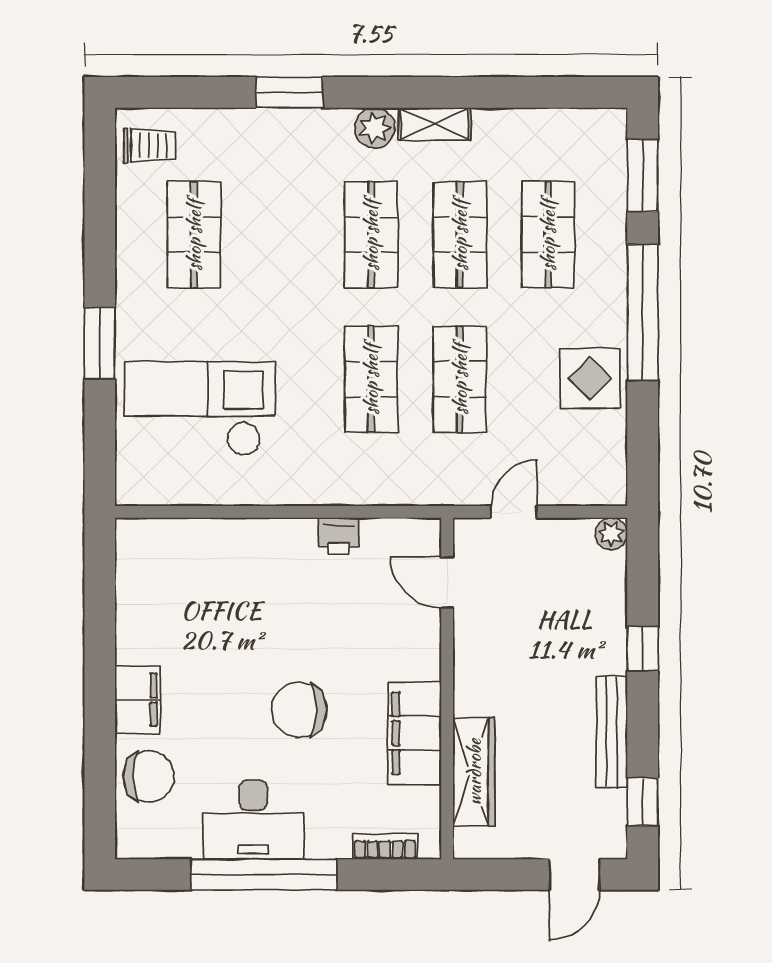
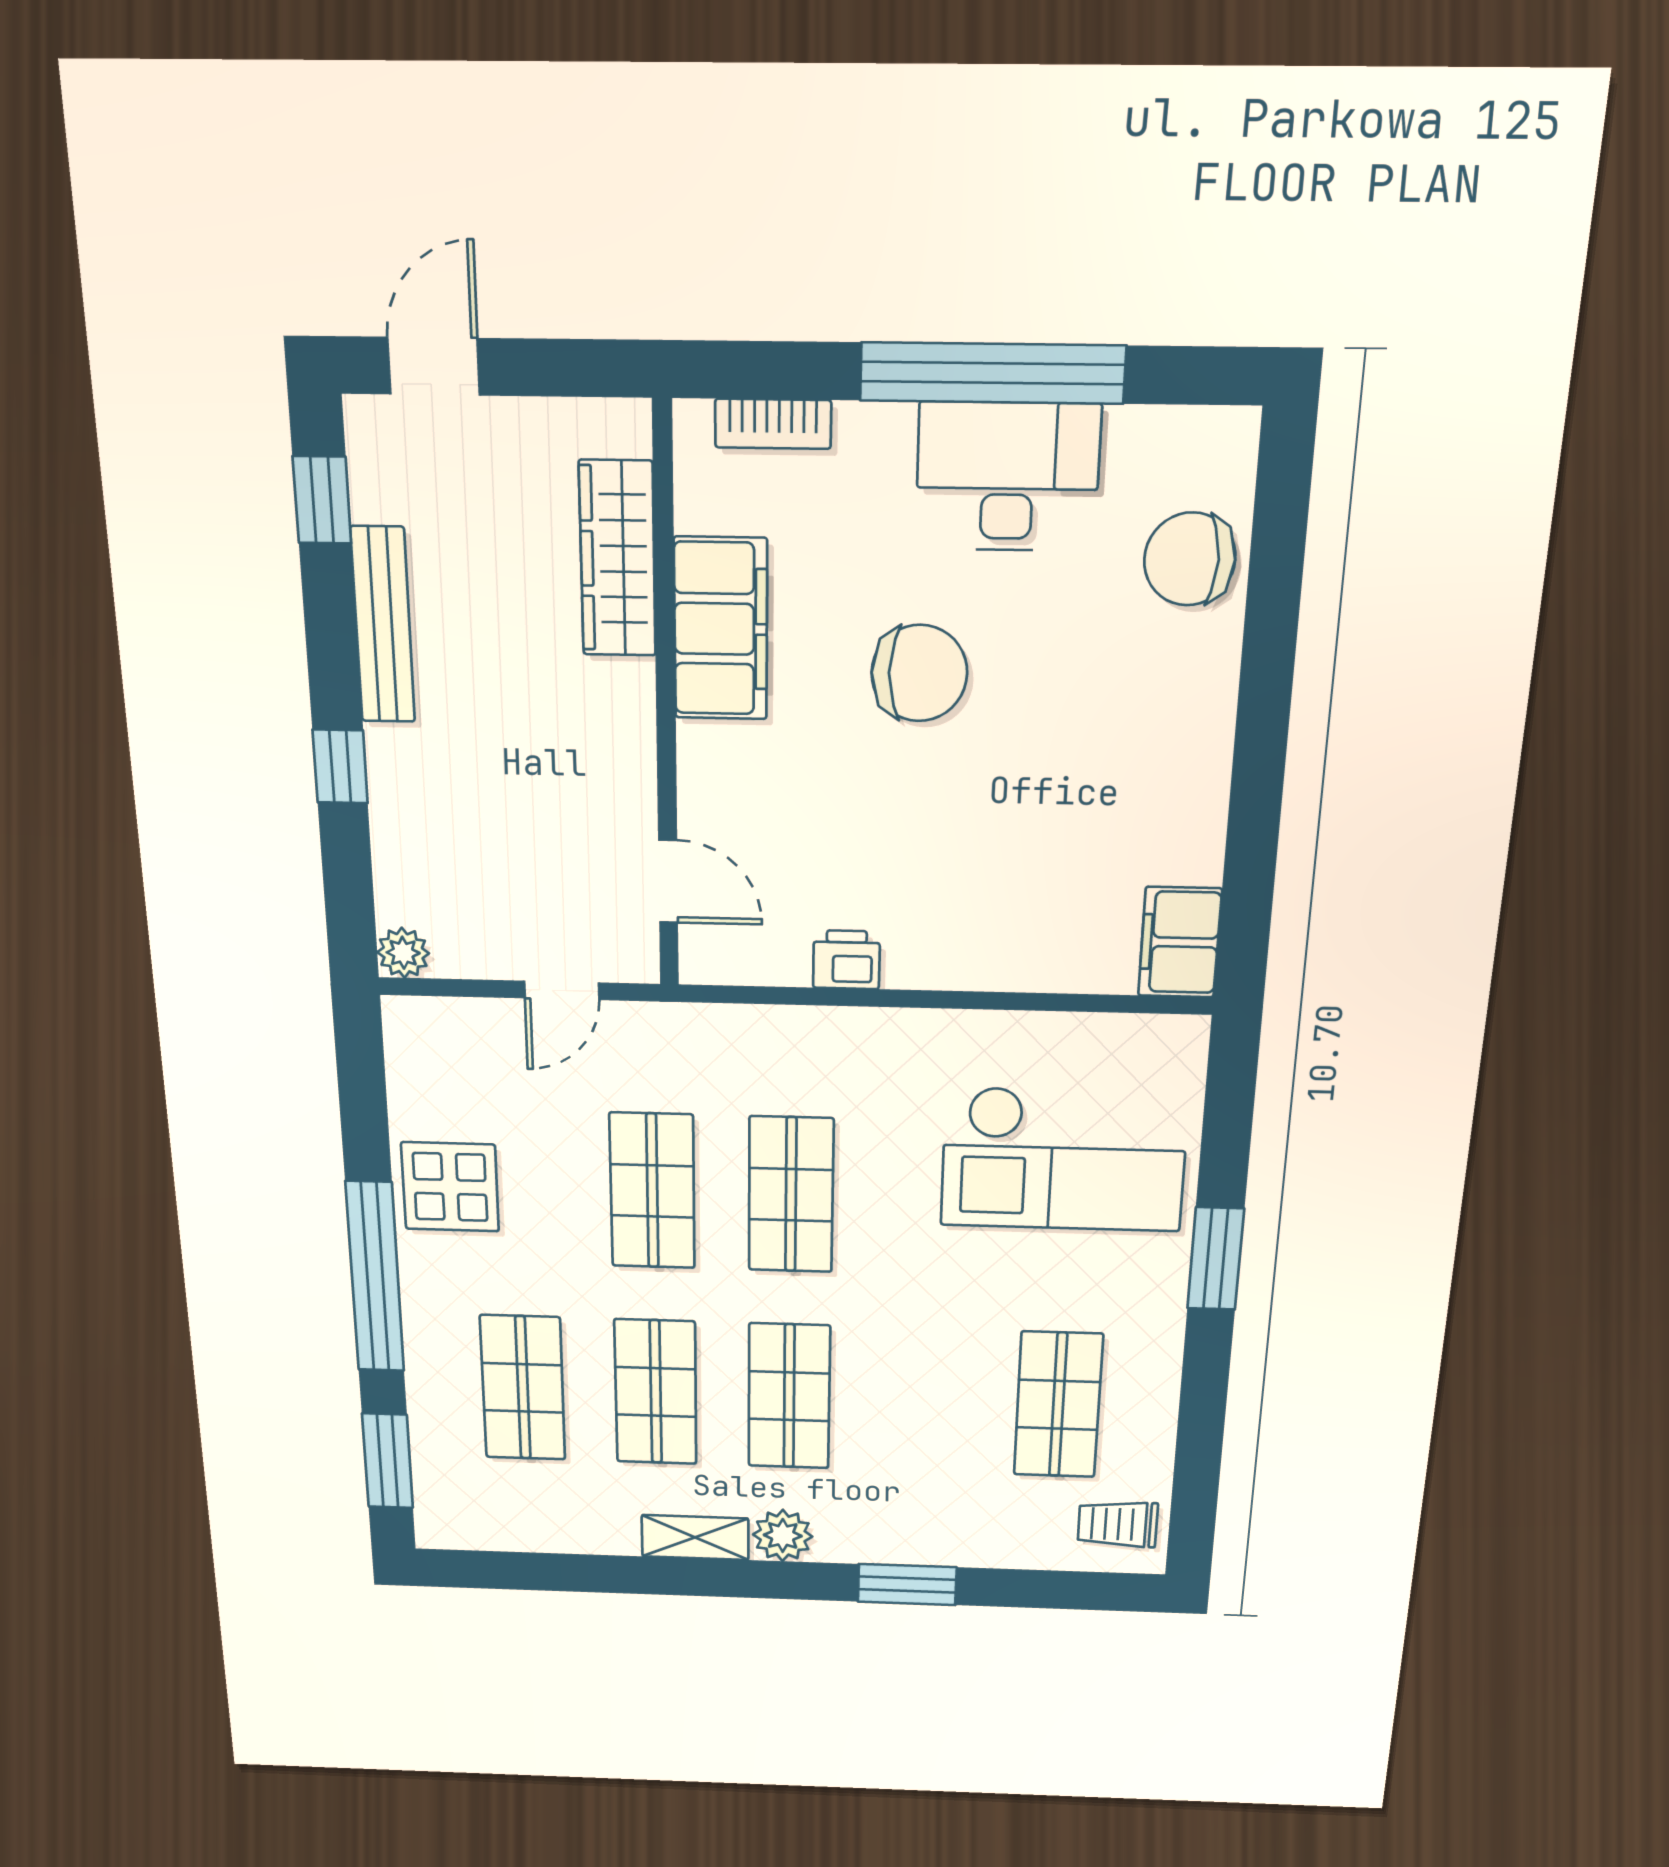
filing cabinet: (138, 700) -> (1180, 942), moved

